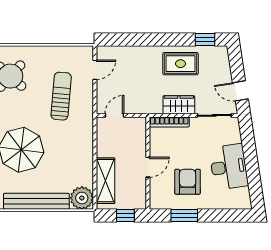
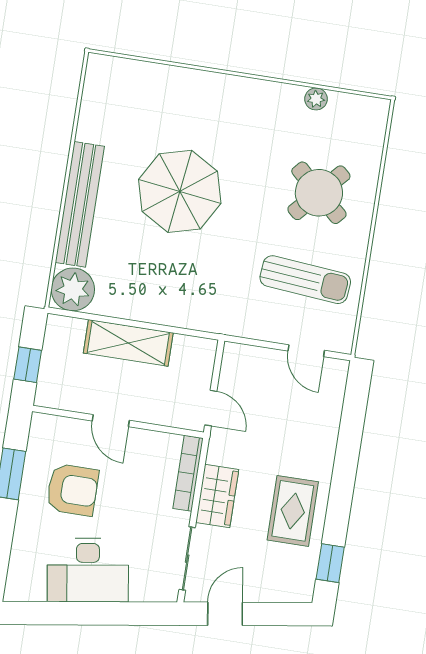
sun lounger: (61, 96) -> (305, 280), moved
door: (114, 115) -> (211, 408), moved
shelving: (105, 181) -> (128, 343), moved

